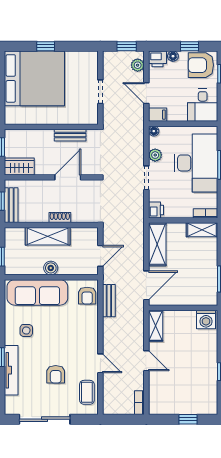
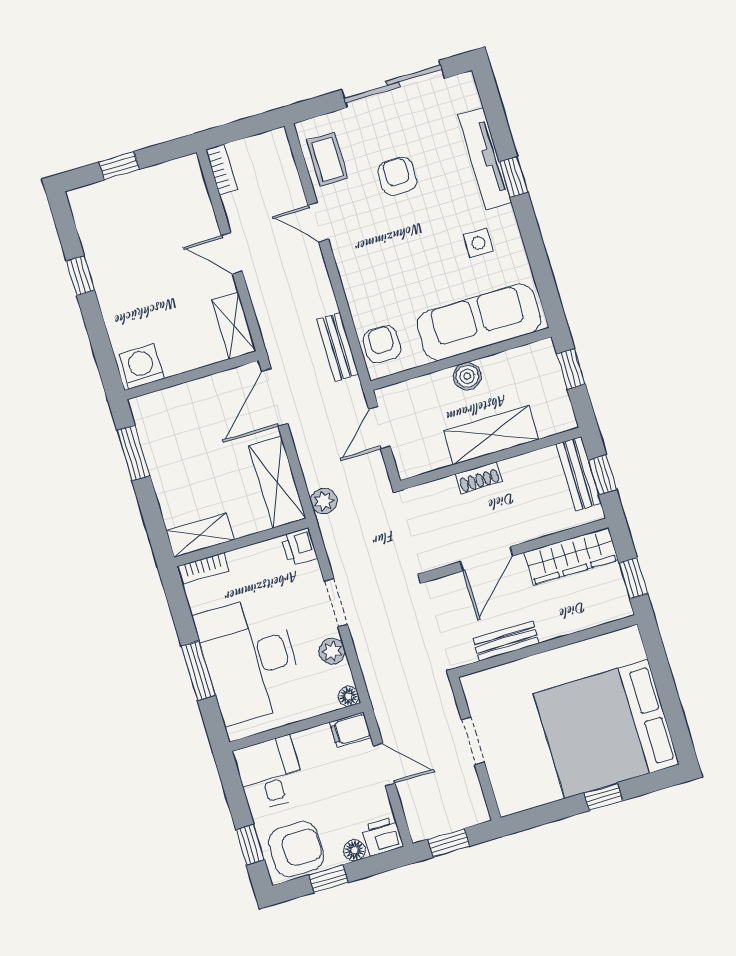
plant: (138, 65) -> (324, 501), moved
wardrobe: (19, 167) -> (571, 556), width x1.50

